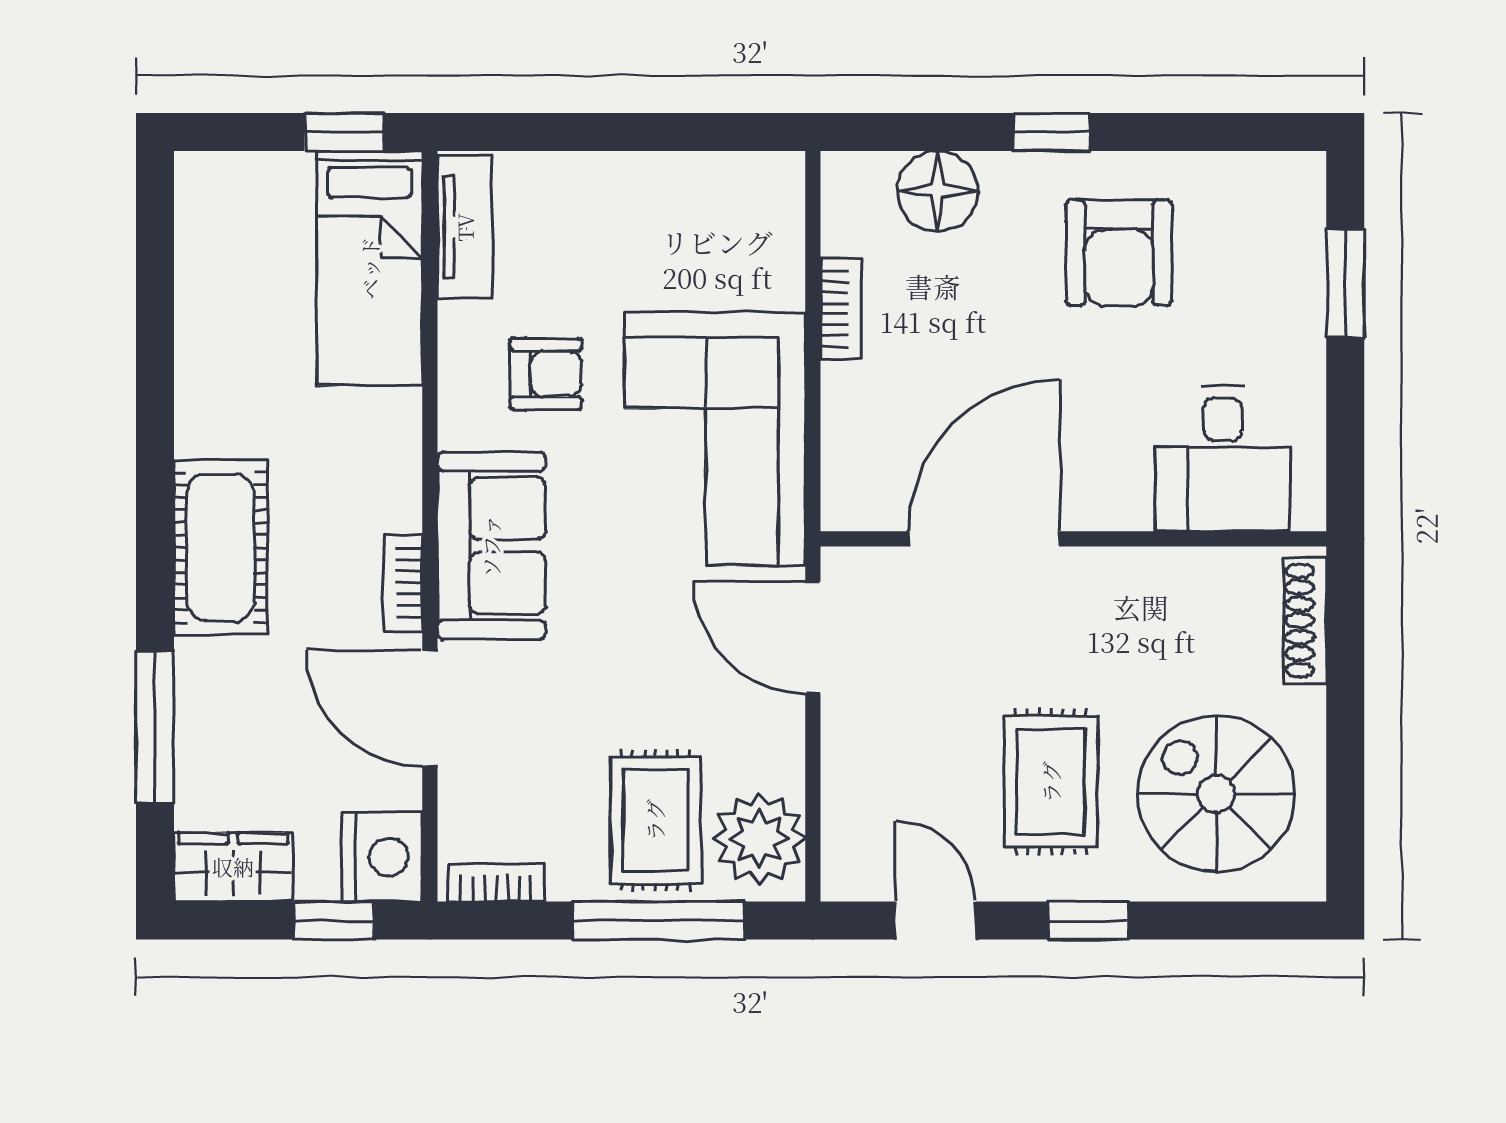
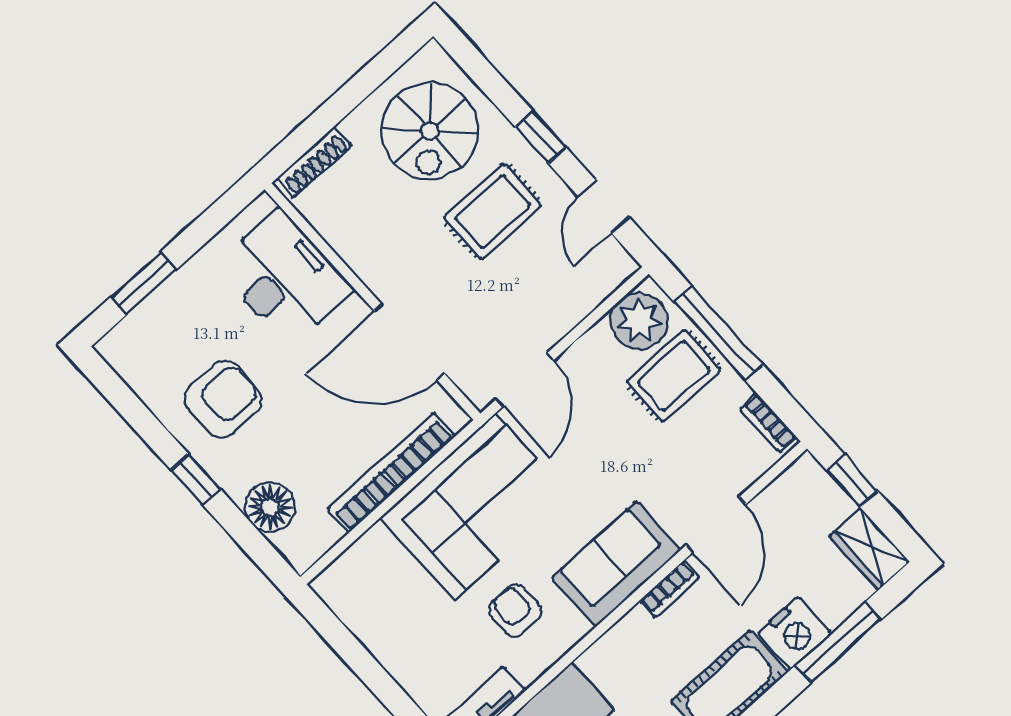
bookcase: (841, 309) -> (391, 472), width x2.31, depth x1.31
desk: (1223, 459) -> (285, 278), width x1.37
nightstand: (382, 857) -> (794, 633), moved, turned 180

